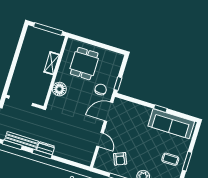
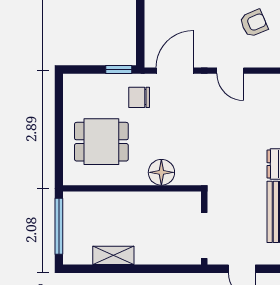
shelving: (52, 63) -> (113, 255), moved
door: (109, 112) -> (175, 71), swing flipped
door: (100, 140) -> (230, 71), swing flipped

